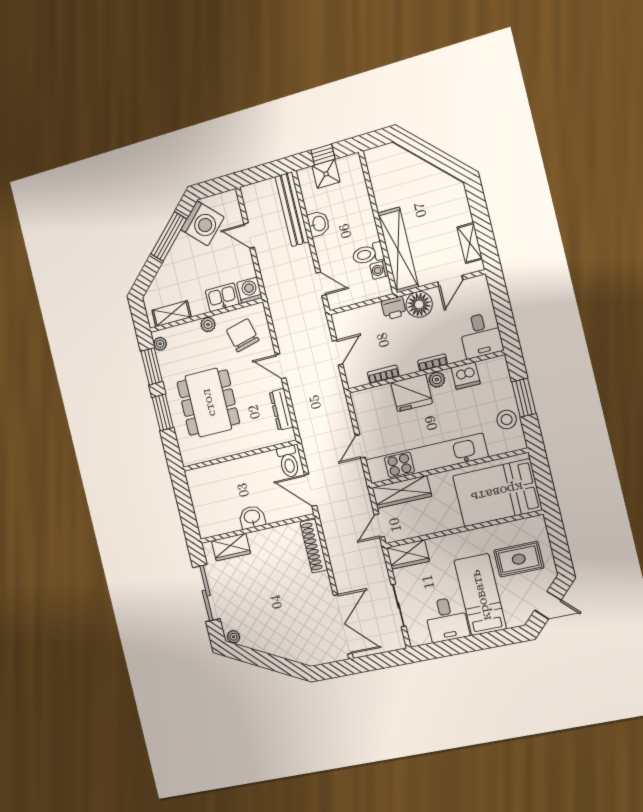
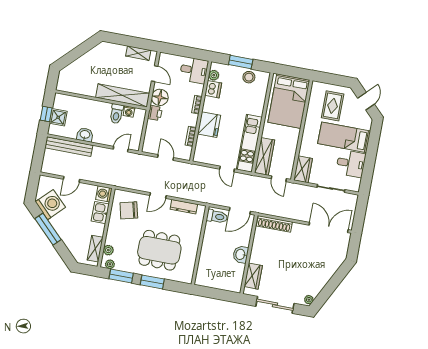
plant: (208, 324) -> (108, 250), moved
plant: (437, 380) -> (214, 75), moved
kitchen unit: (426, 459) -> (249, 143), width x0.73

